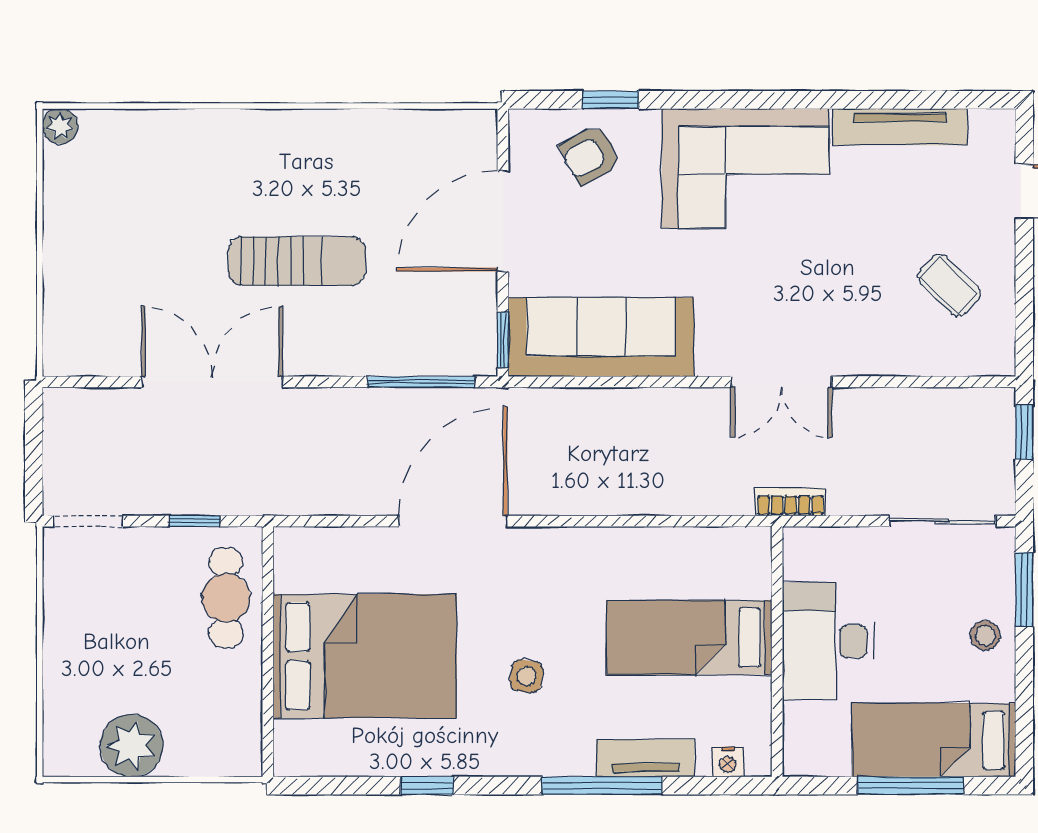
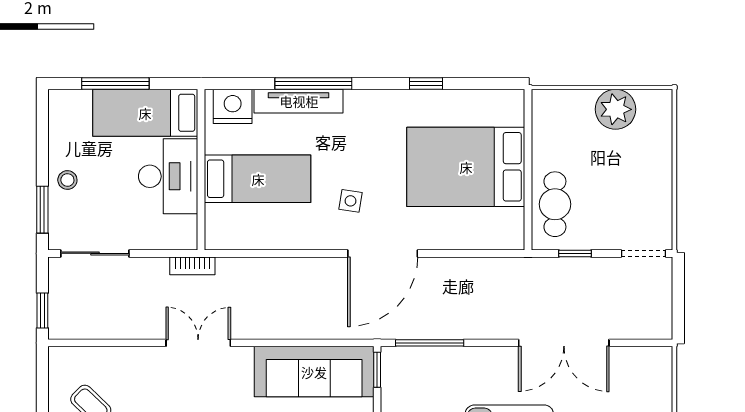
door: (453, 521) -> (383, 253), moved
side table: (526, 676) -> (350, 201), moved
bed: (934, 740) -> (145, 113), moved, turned 180
tv unit: (645, 758) -> (299, 101), width x1.41
nightstand: (728, 762) -> (233, 106), width x1.89, depth x1.79

